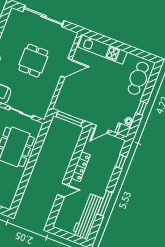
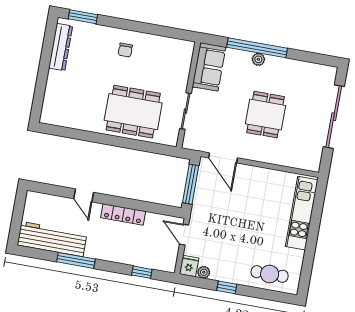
dining table: (33, 61) -> (266, 115), turned 90
door: (66, 68) -> (223, 158), moved
cafe table: (138, 78) -> (270, 274), width x0.73, depth x0.74

